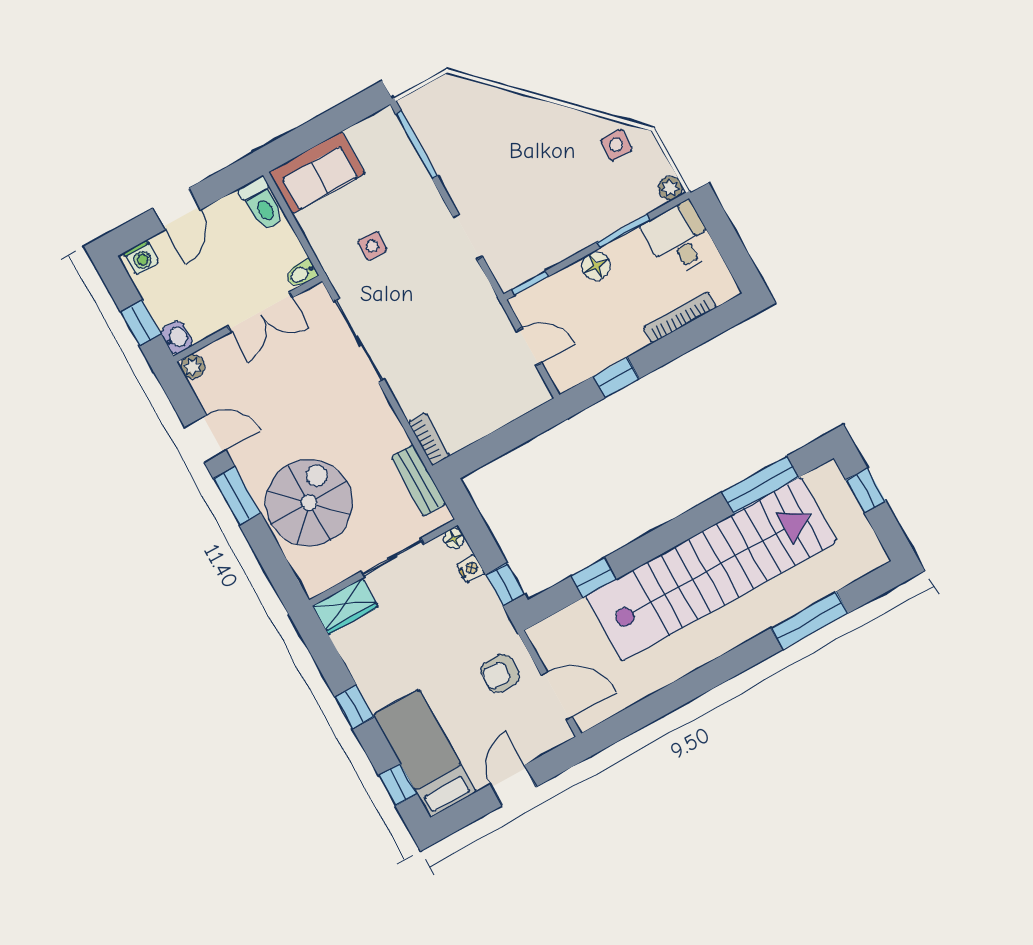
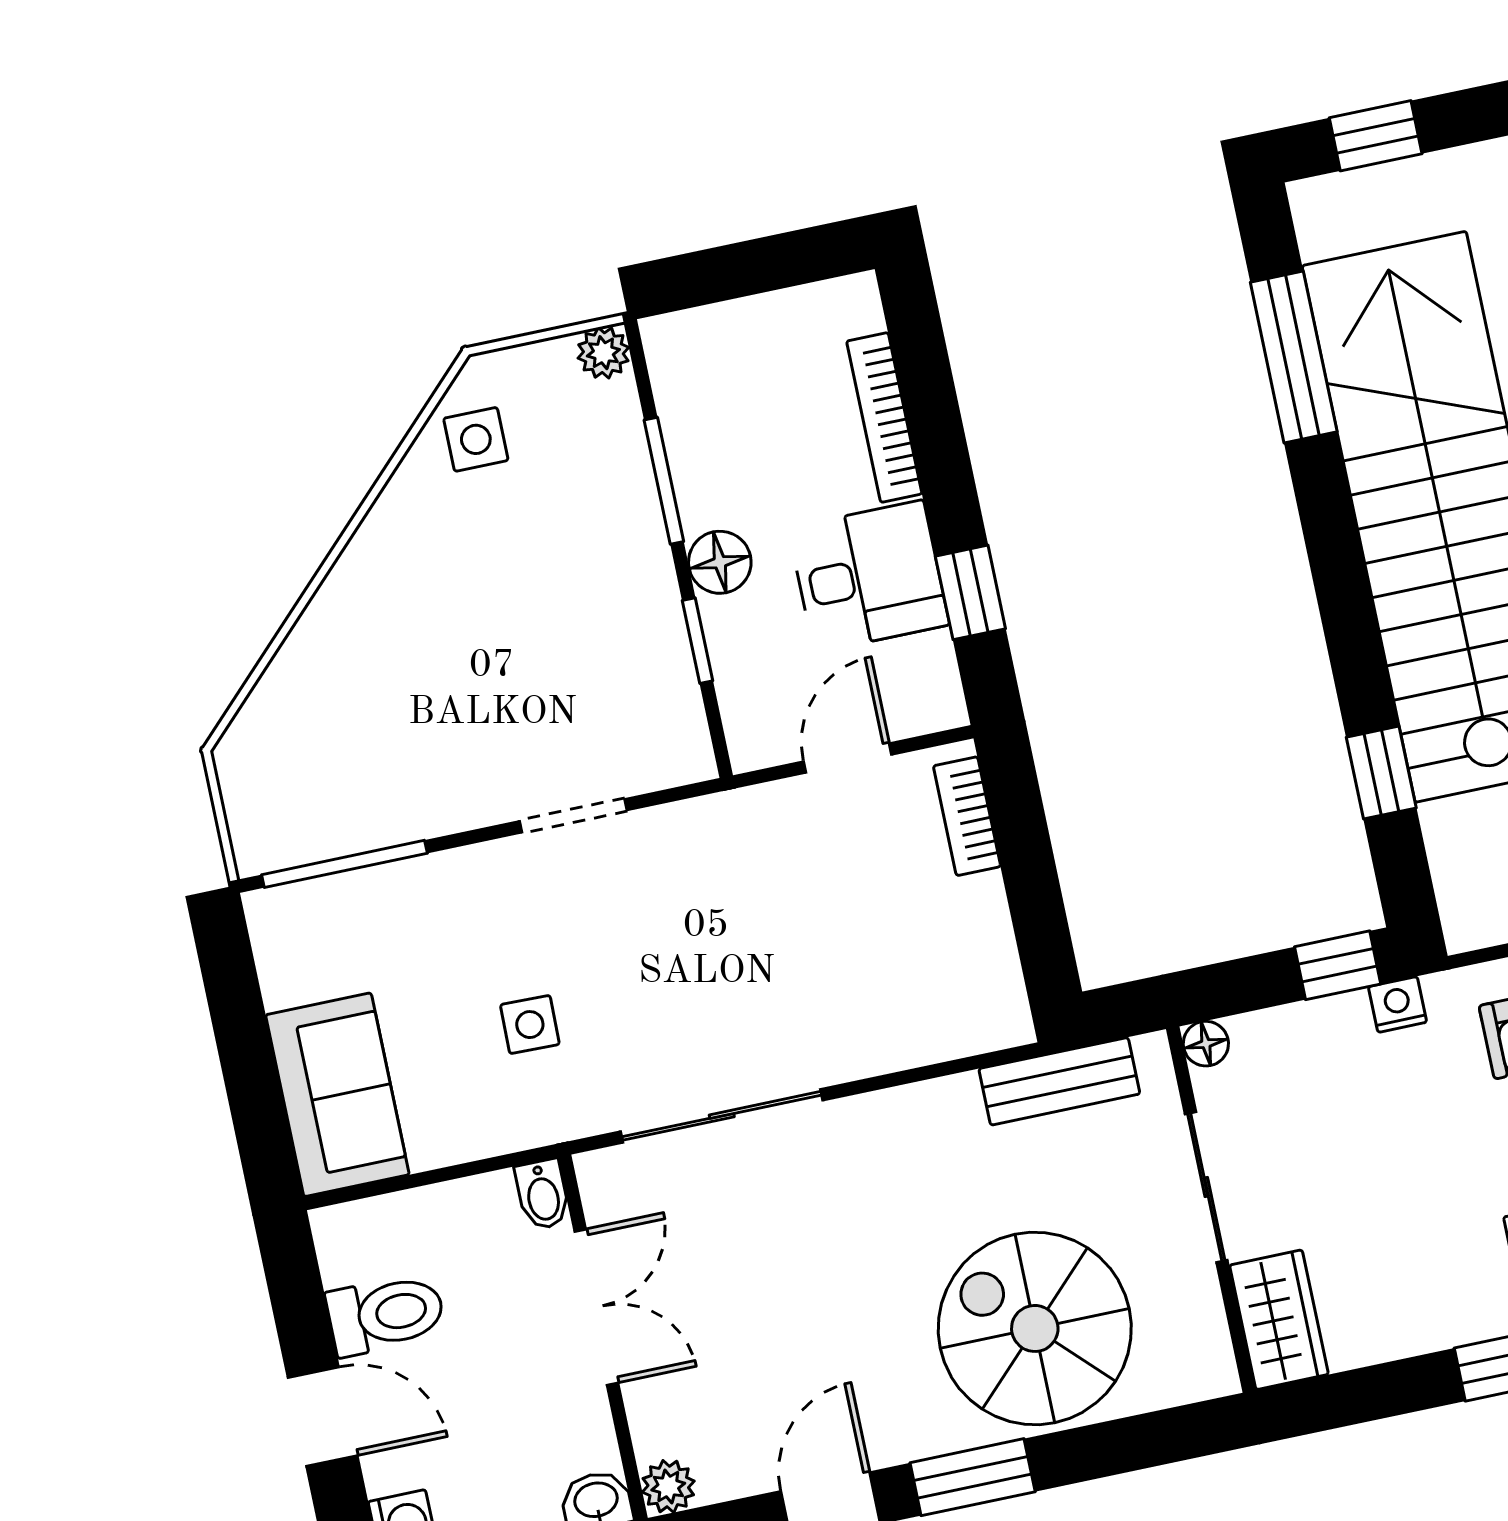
toilet: (262, 204) -> (386, 1314), moved
desk: (679, 239) -> (869, 576), moved, turned 180
window: (530, 283) -> (698, 641), moved
bookcase: (429, 439) -> (967, 816), moved, turned -90
nightstand: (470, 569) -> (1397, 1004), moved

